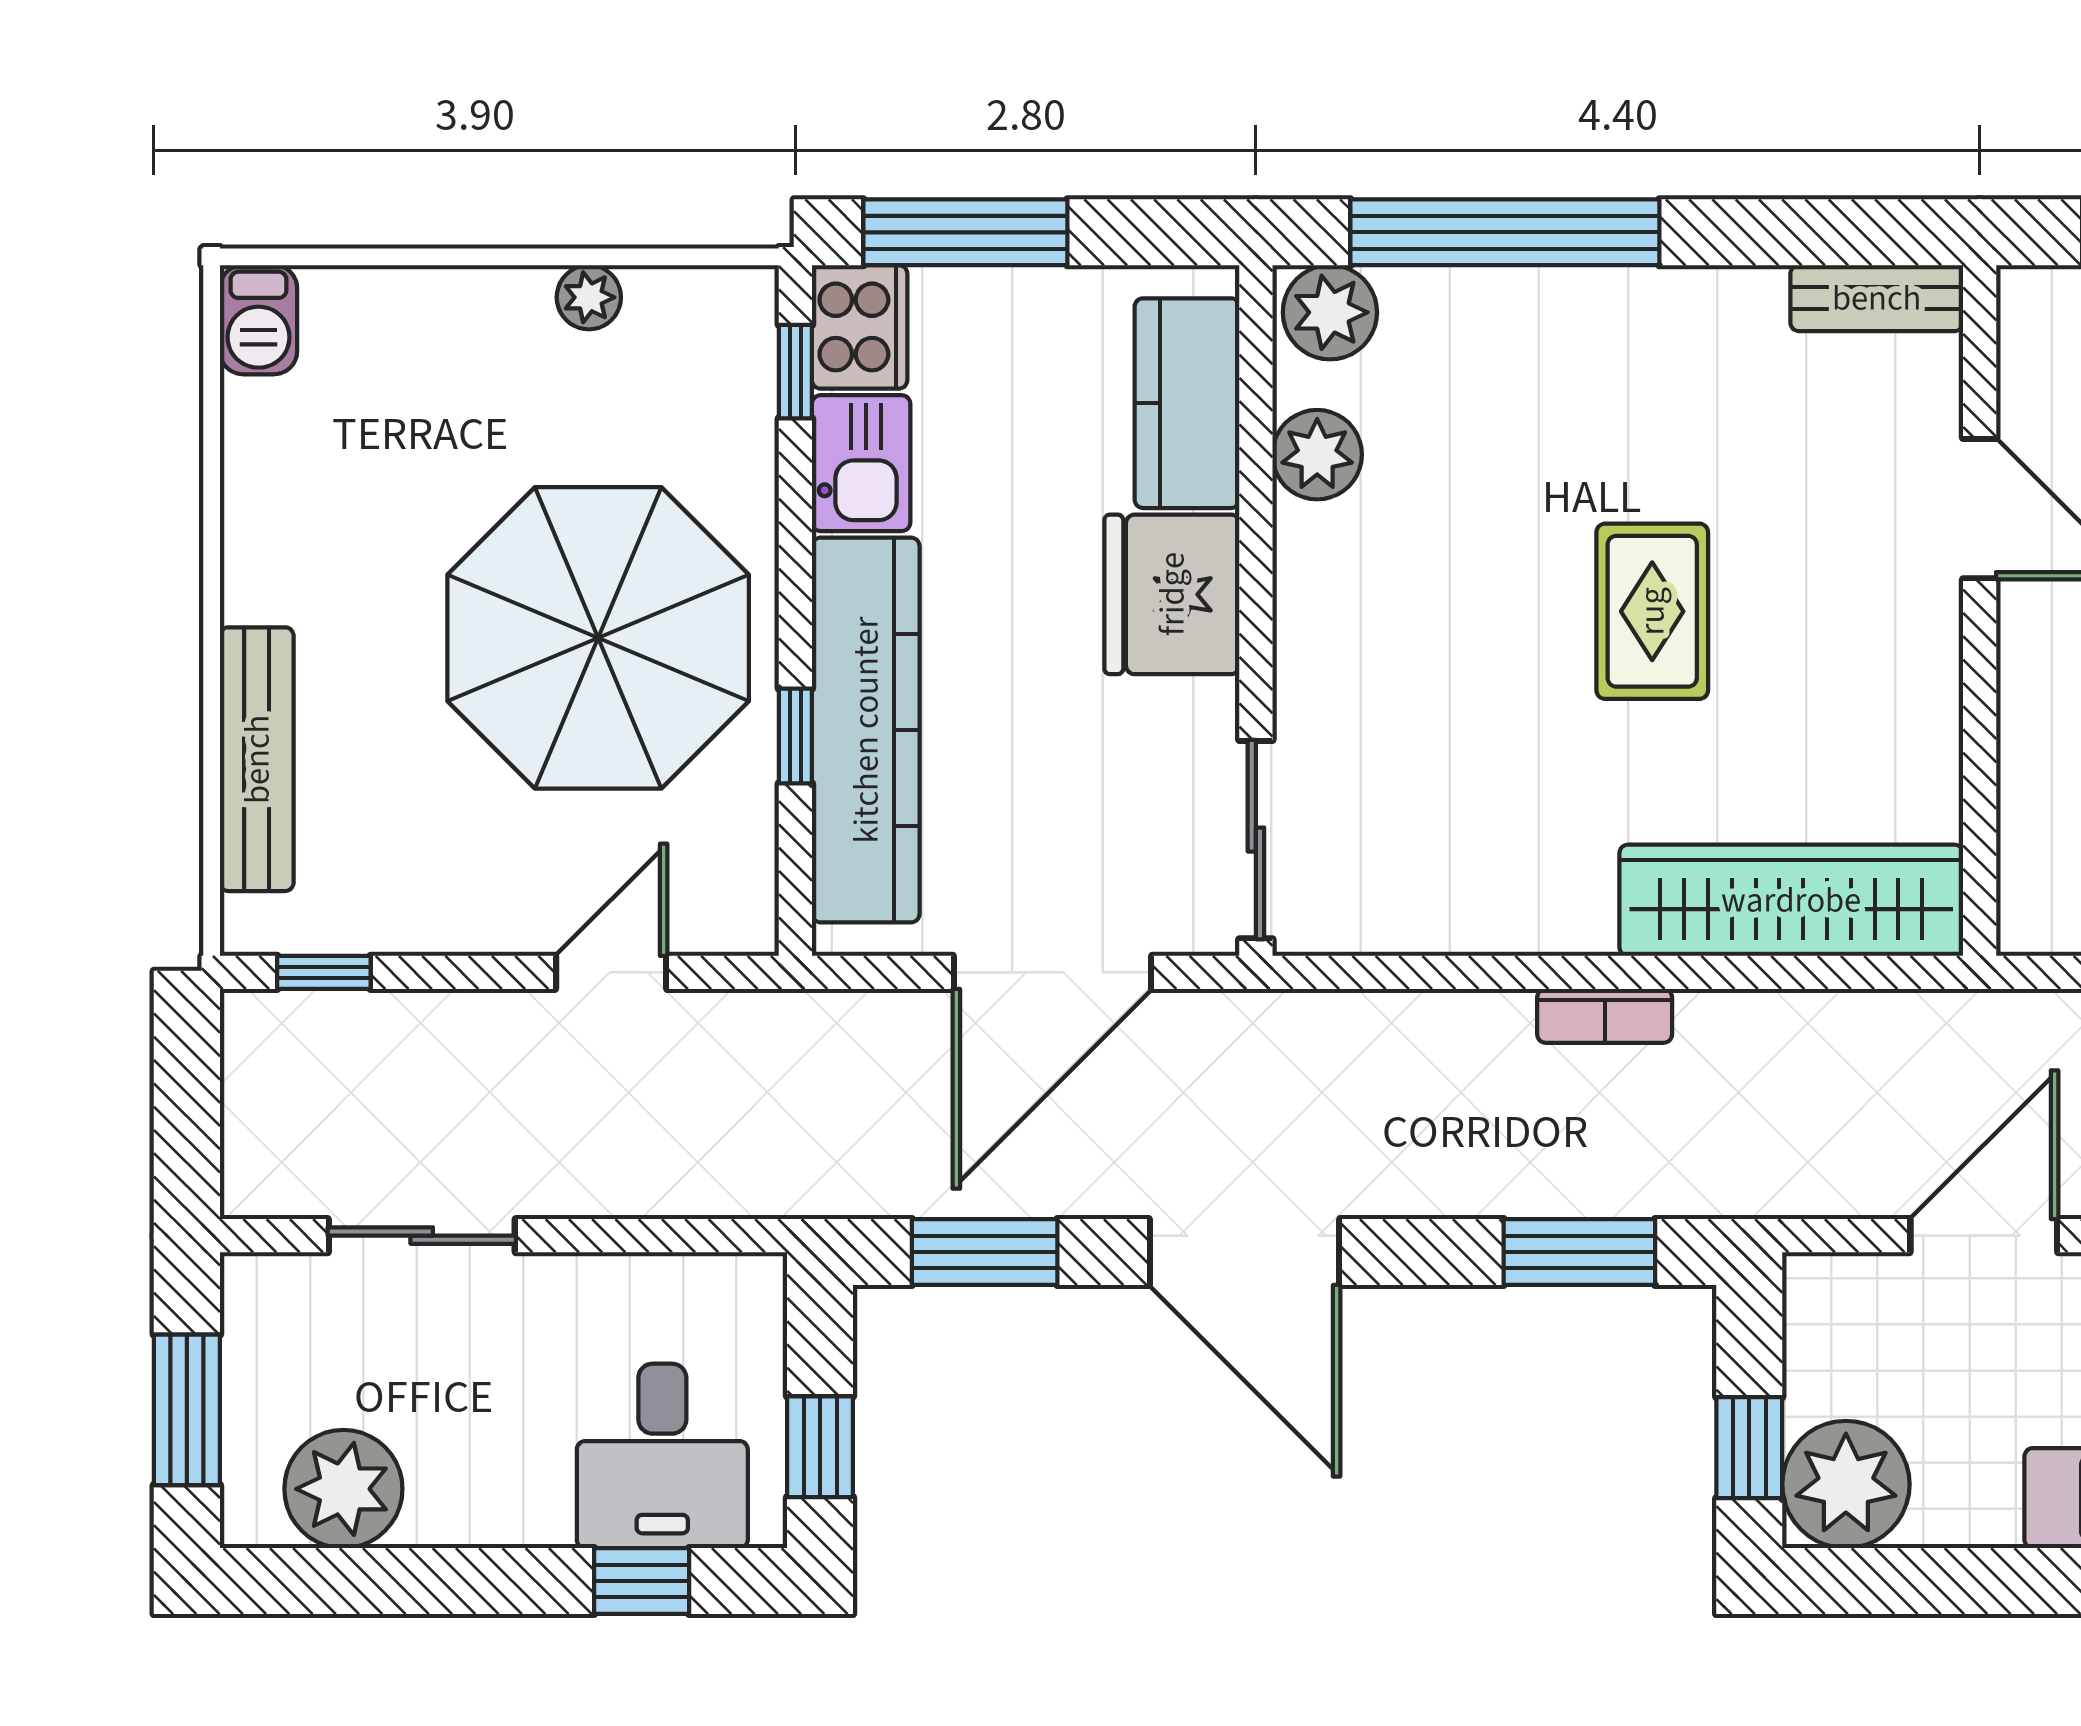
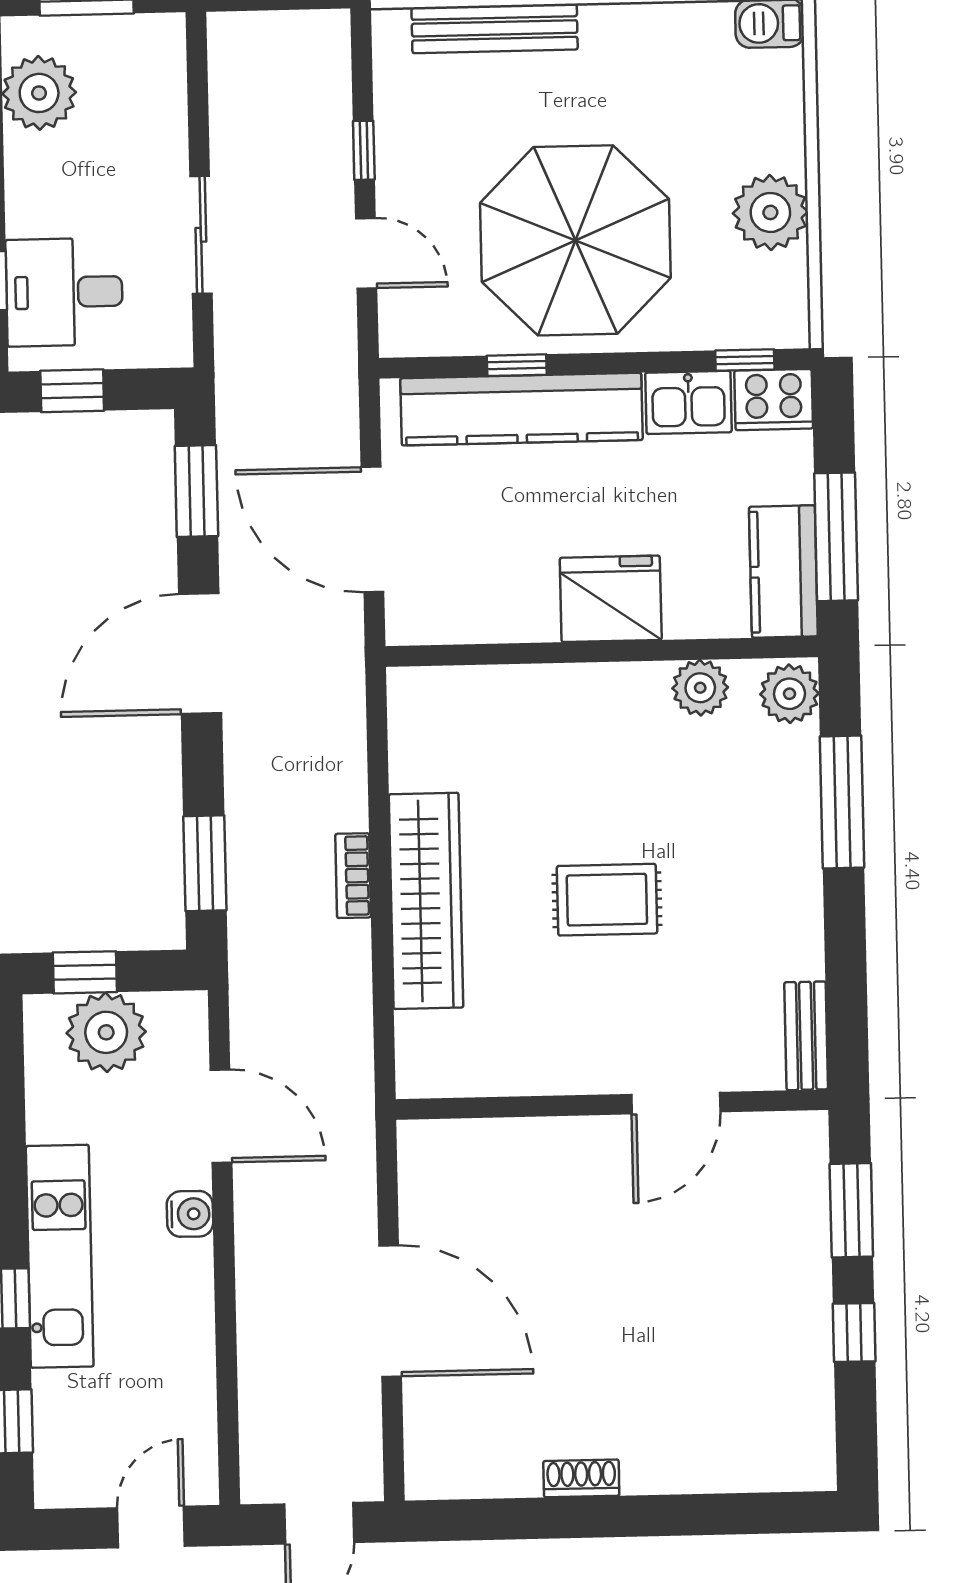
window: (965, 232) -> (836, 537), moved
window: (1505, 232) -> (842, 802), width x0.68
plant: (589, 297) -> (770, 212), width x1.88, depth x1.88
kitchen counter: (1187, 403) -> (783, 572), moved, turned -90
sliding door: (1256, 840) -> (458, 655), removed
wardrobe: (1791, 900) -> (426, 901), moved
window: (324, 972) -> (364, 150), moved
sliding door: (422, 1236) -> (201, 235), moved
plant: (1846, 1484) -> (106, 1032), moved

